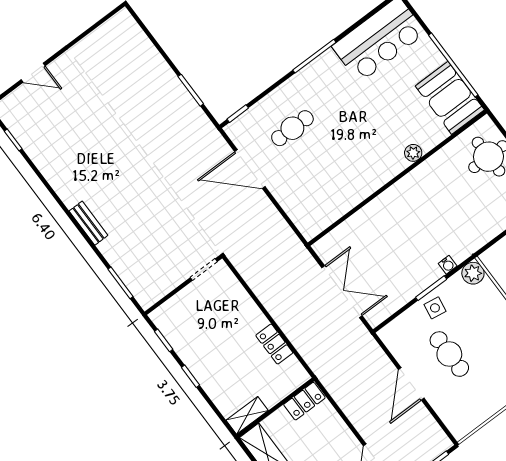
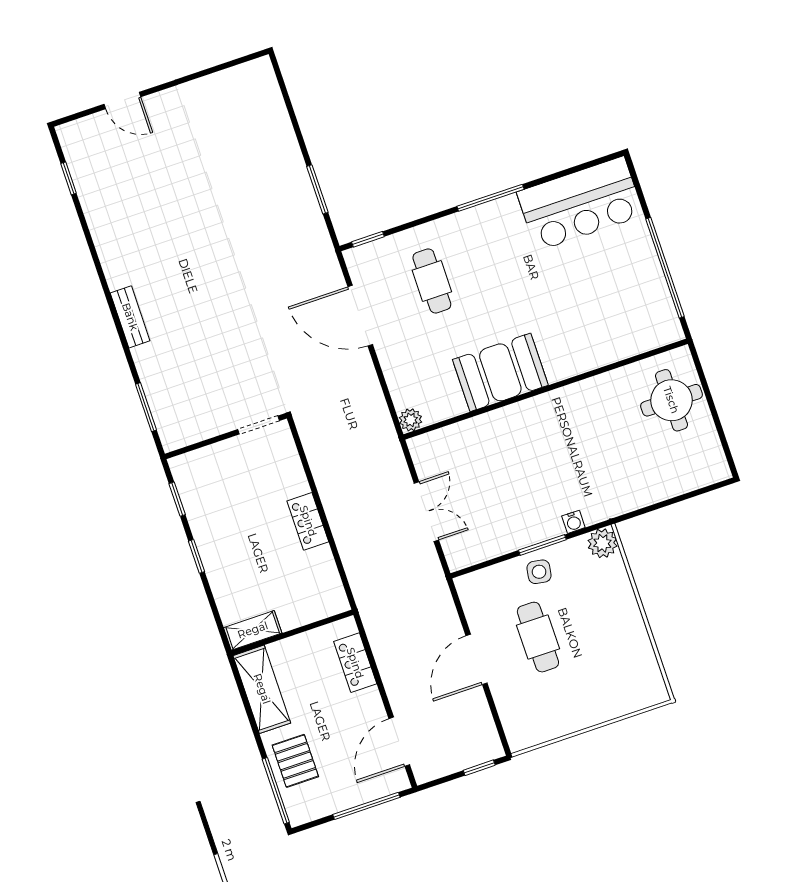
booth: (450, 98) -> (500, 372), moved, turned 90
cafe table: (292, 128) -> (432, 281), turned 90
plant: (413, 153) -> (411, 420), moved
double door: (342, 292) -> (426, 512), width x0.73
locker: (274, 344) -> (308, 521), moved
locker: (304, 401) -> (355, 663), moved, turned 90

